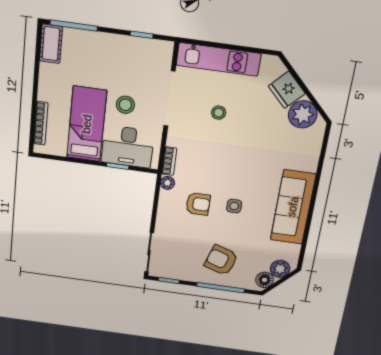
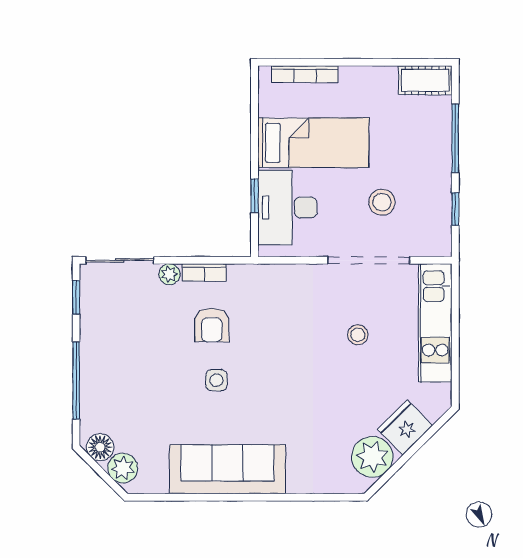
window: (74, 25) -> (455, 138), moved
stool: (125, 105) -> (382, 202), moved
bookcase: (169, 161) -> (204, 272), moved
plant: (167, 183) -> (169, 274), moved
armchair: (221, 260) -> (124, 374), removed

